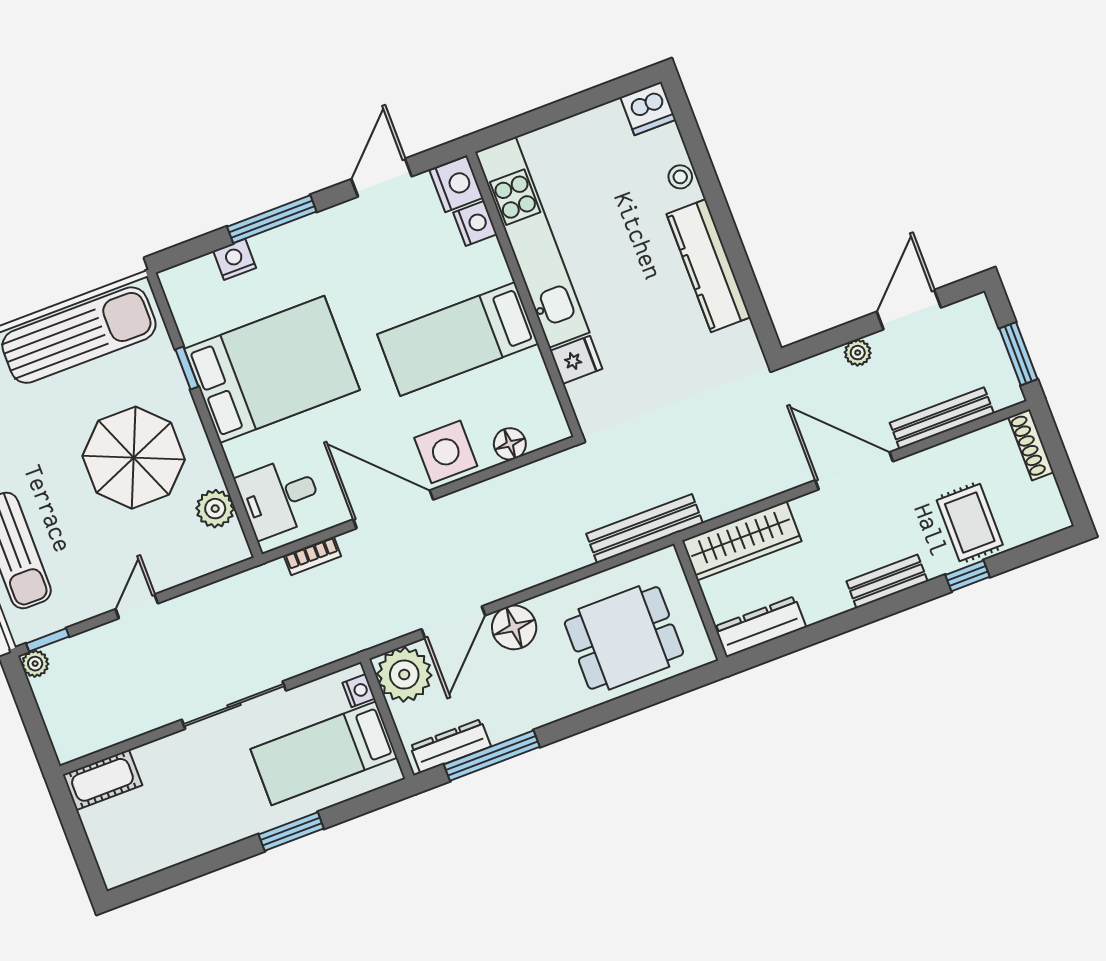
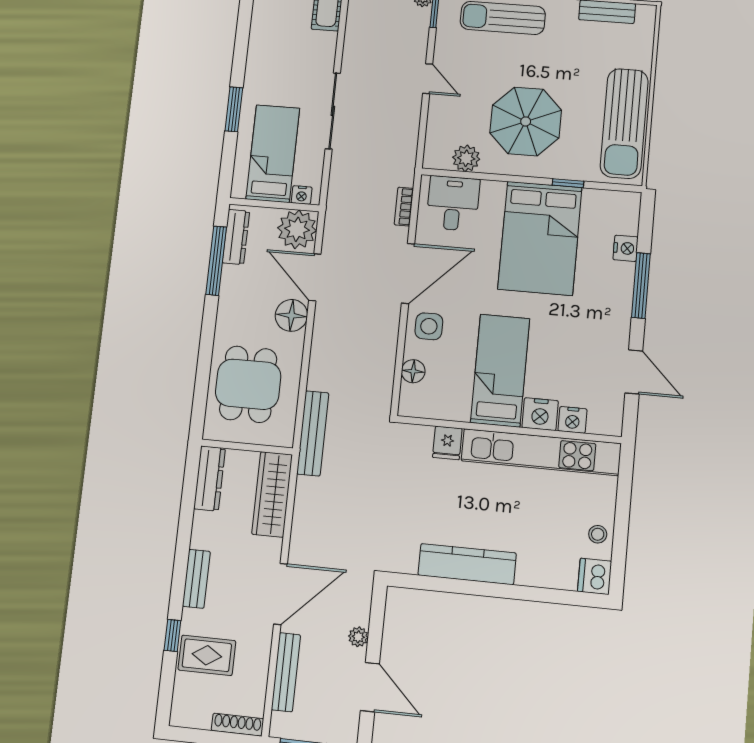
stool: (680, 177) -> (598, 534), moved
nightstand: (456, 184) -> (540, 414), moved
side table: (446, 452) -> (429, 326), width x0.73, depth x0.73

